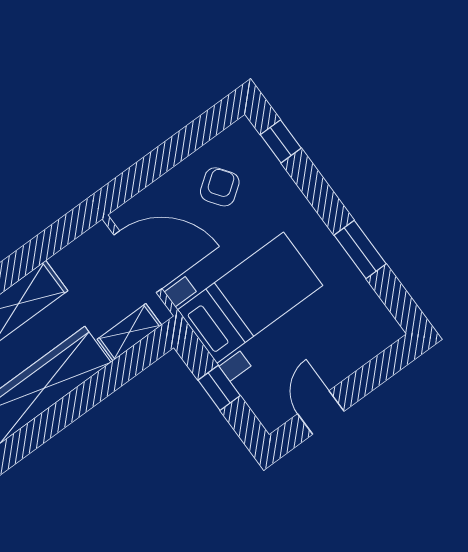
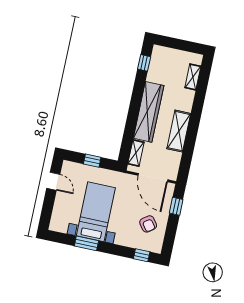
window: (142, 174) -> (176, 206), added
door: (138, 262) -> (153, 178), hinge flipped
bed with nightstands: (250, 298) -> (96, 212), moved, turned 180

